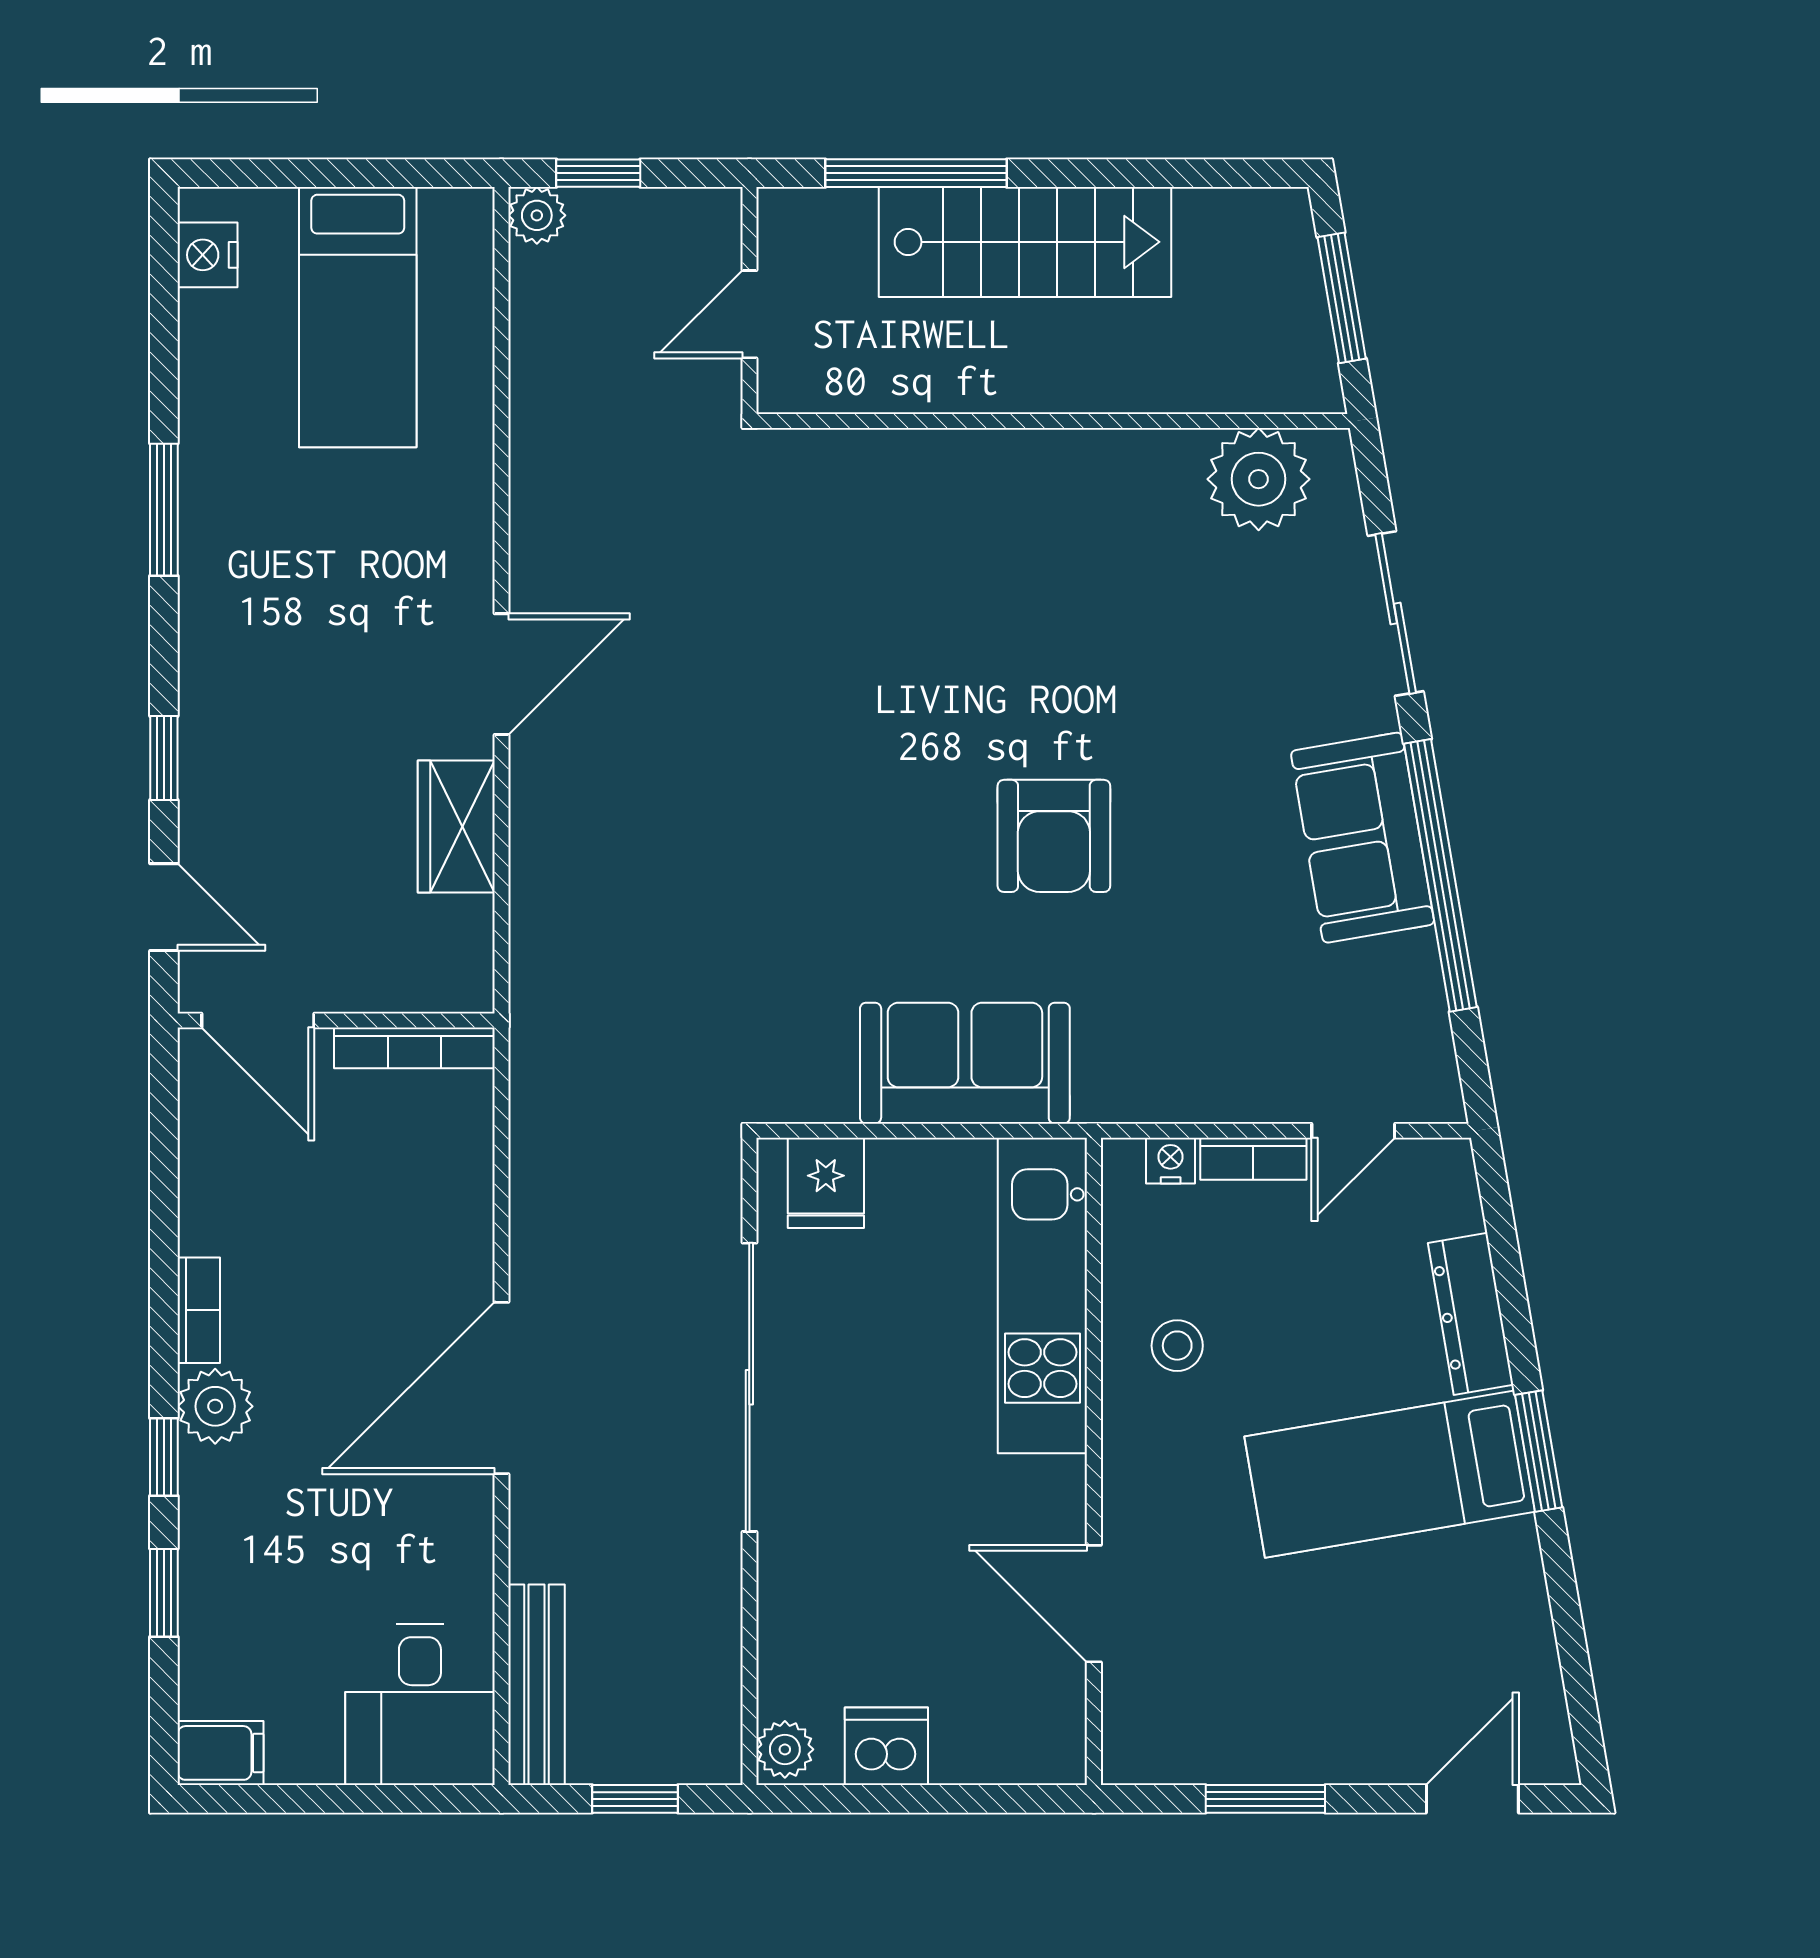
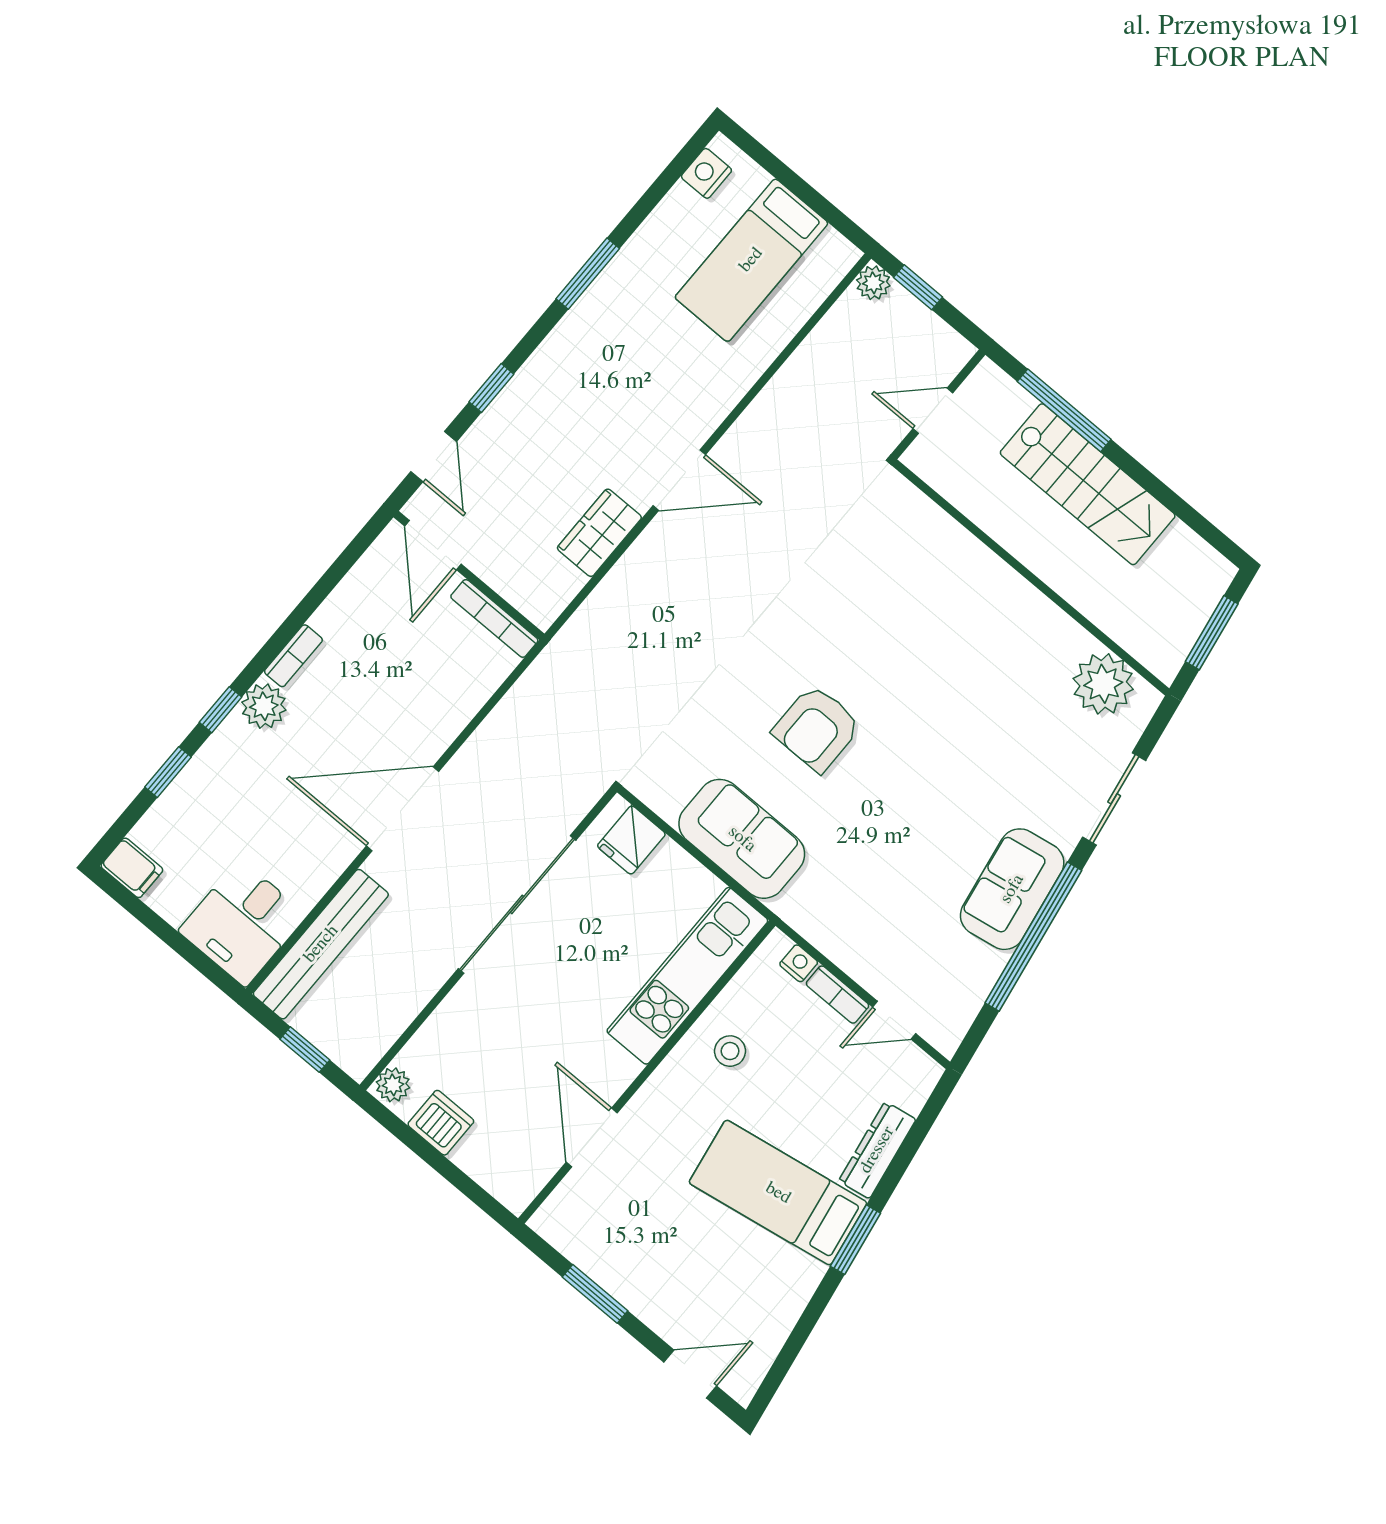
armchair: (1054, 836) -> (817, 728), moved
bench: (536, 1685) -> (321, 944), width x1.37, depth x1.21

